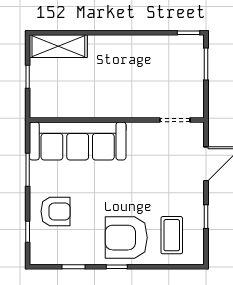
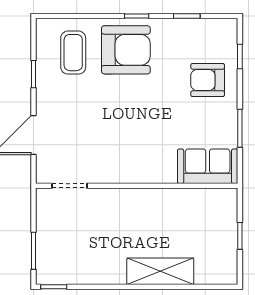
shelving: (58, 46) -> (160, 271), moved
sofa: (78, 141) -> (208, 166), width x0.54, depth x0.79

